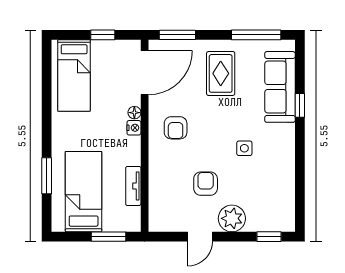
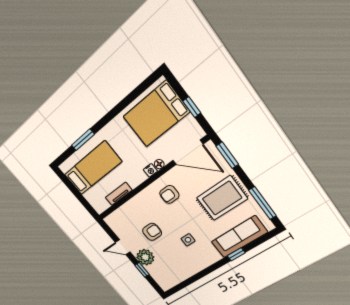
rug: (221, 73) -> (222, 198), width x1.36, depth x1.43
bed: (74, 75) -> (156, 114), width x1.50
window: (109, 237) -> (82, 200), removed
window: (269, 237) -> (142, 270), moved

